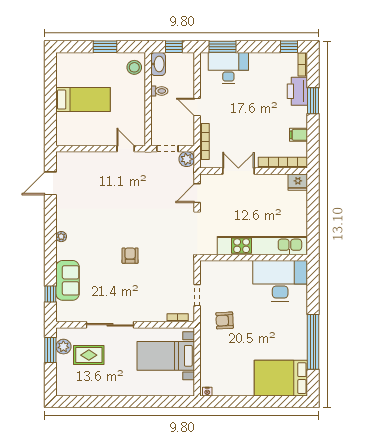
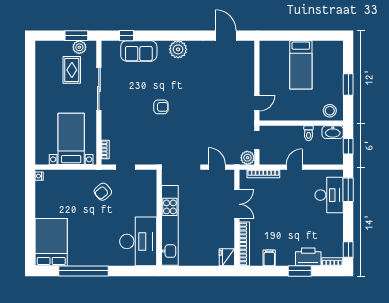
plant: (61, 237) -> (178, 49), width x1.88, depth x1.88
armchair: (225, 320) -> (103, 192), turned -128

